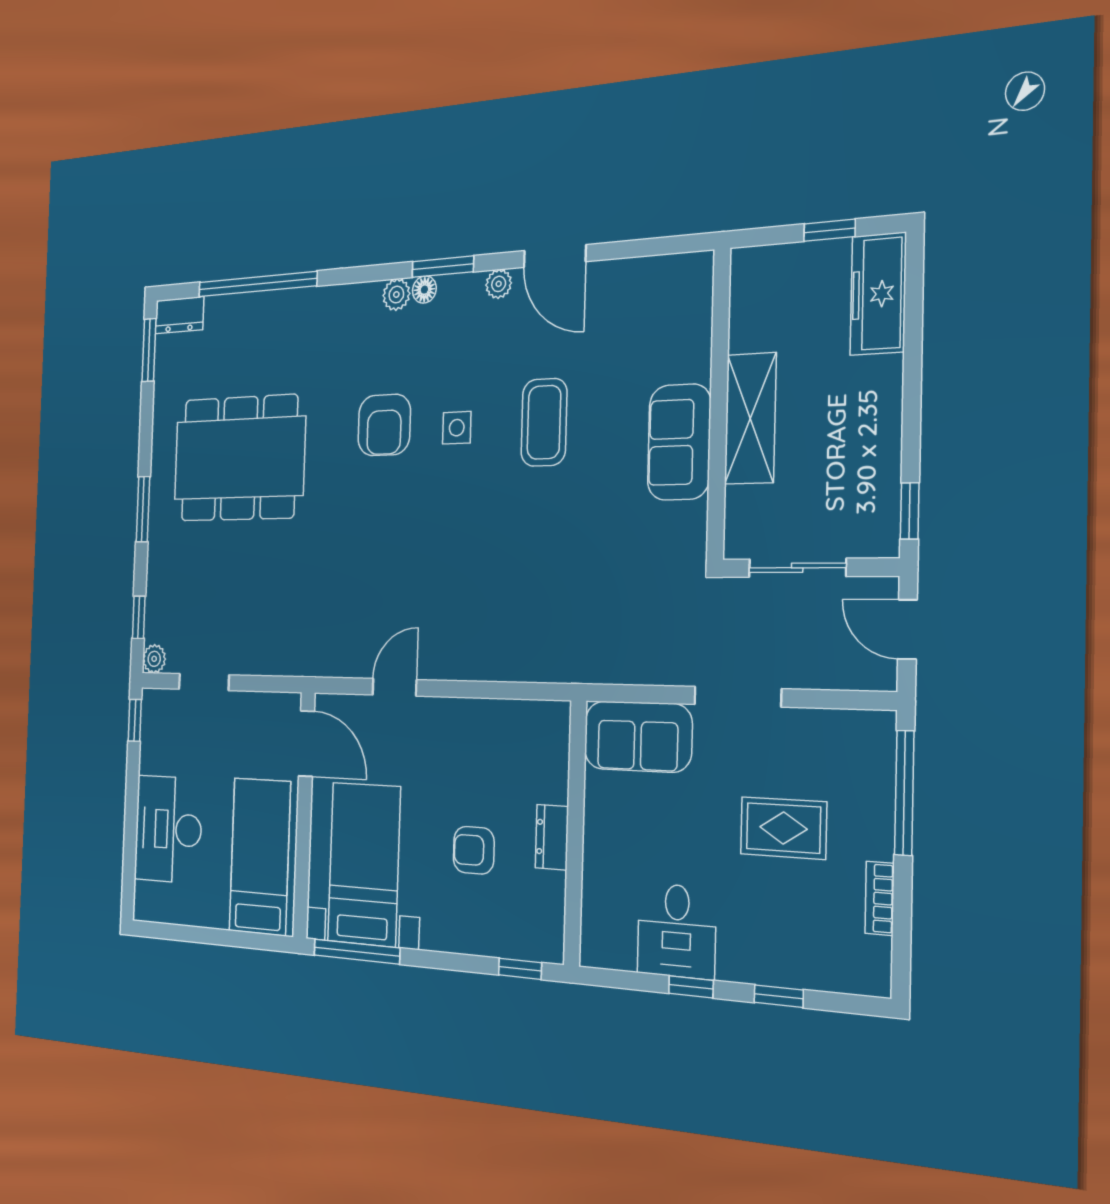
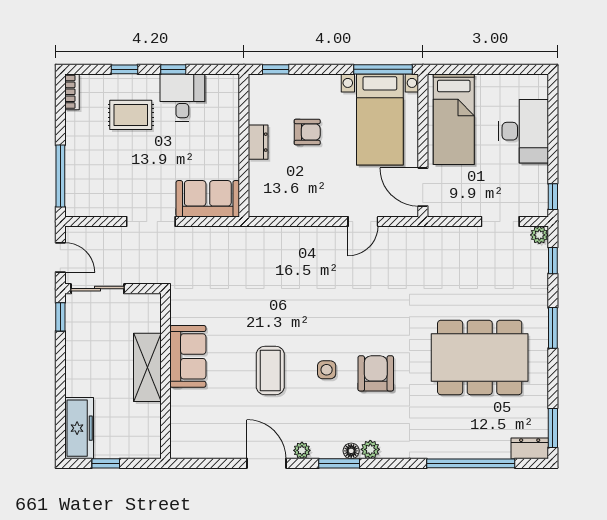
sliding door: (797, 568) -> (98, 289), moved
rug: (783, 828) -> (131, 115), moved
bookcase: (880, 898) -> (72, 92), moved

